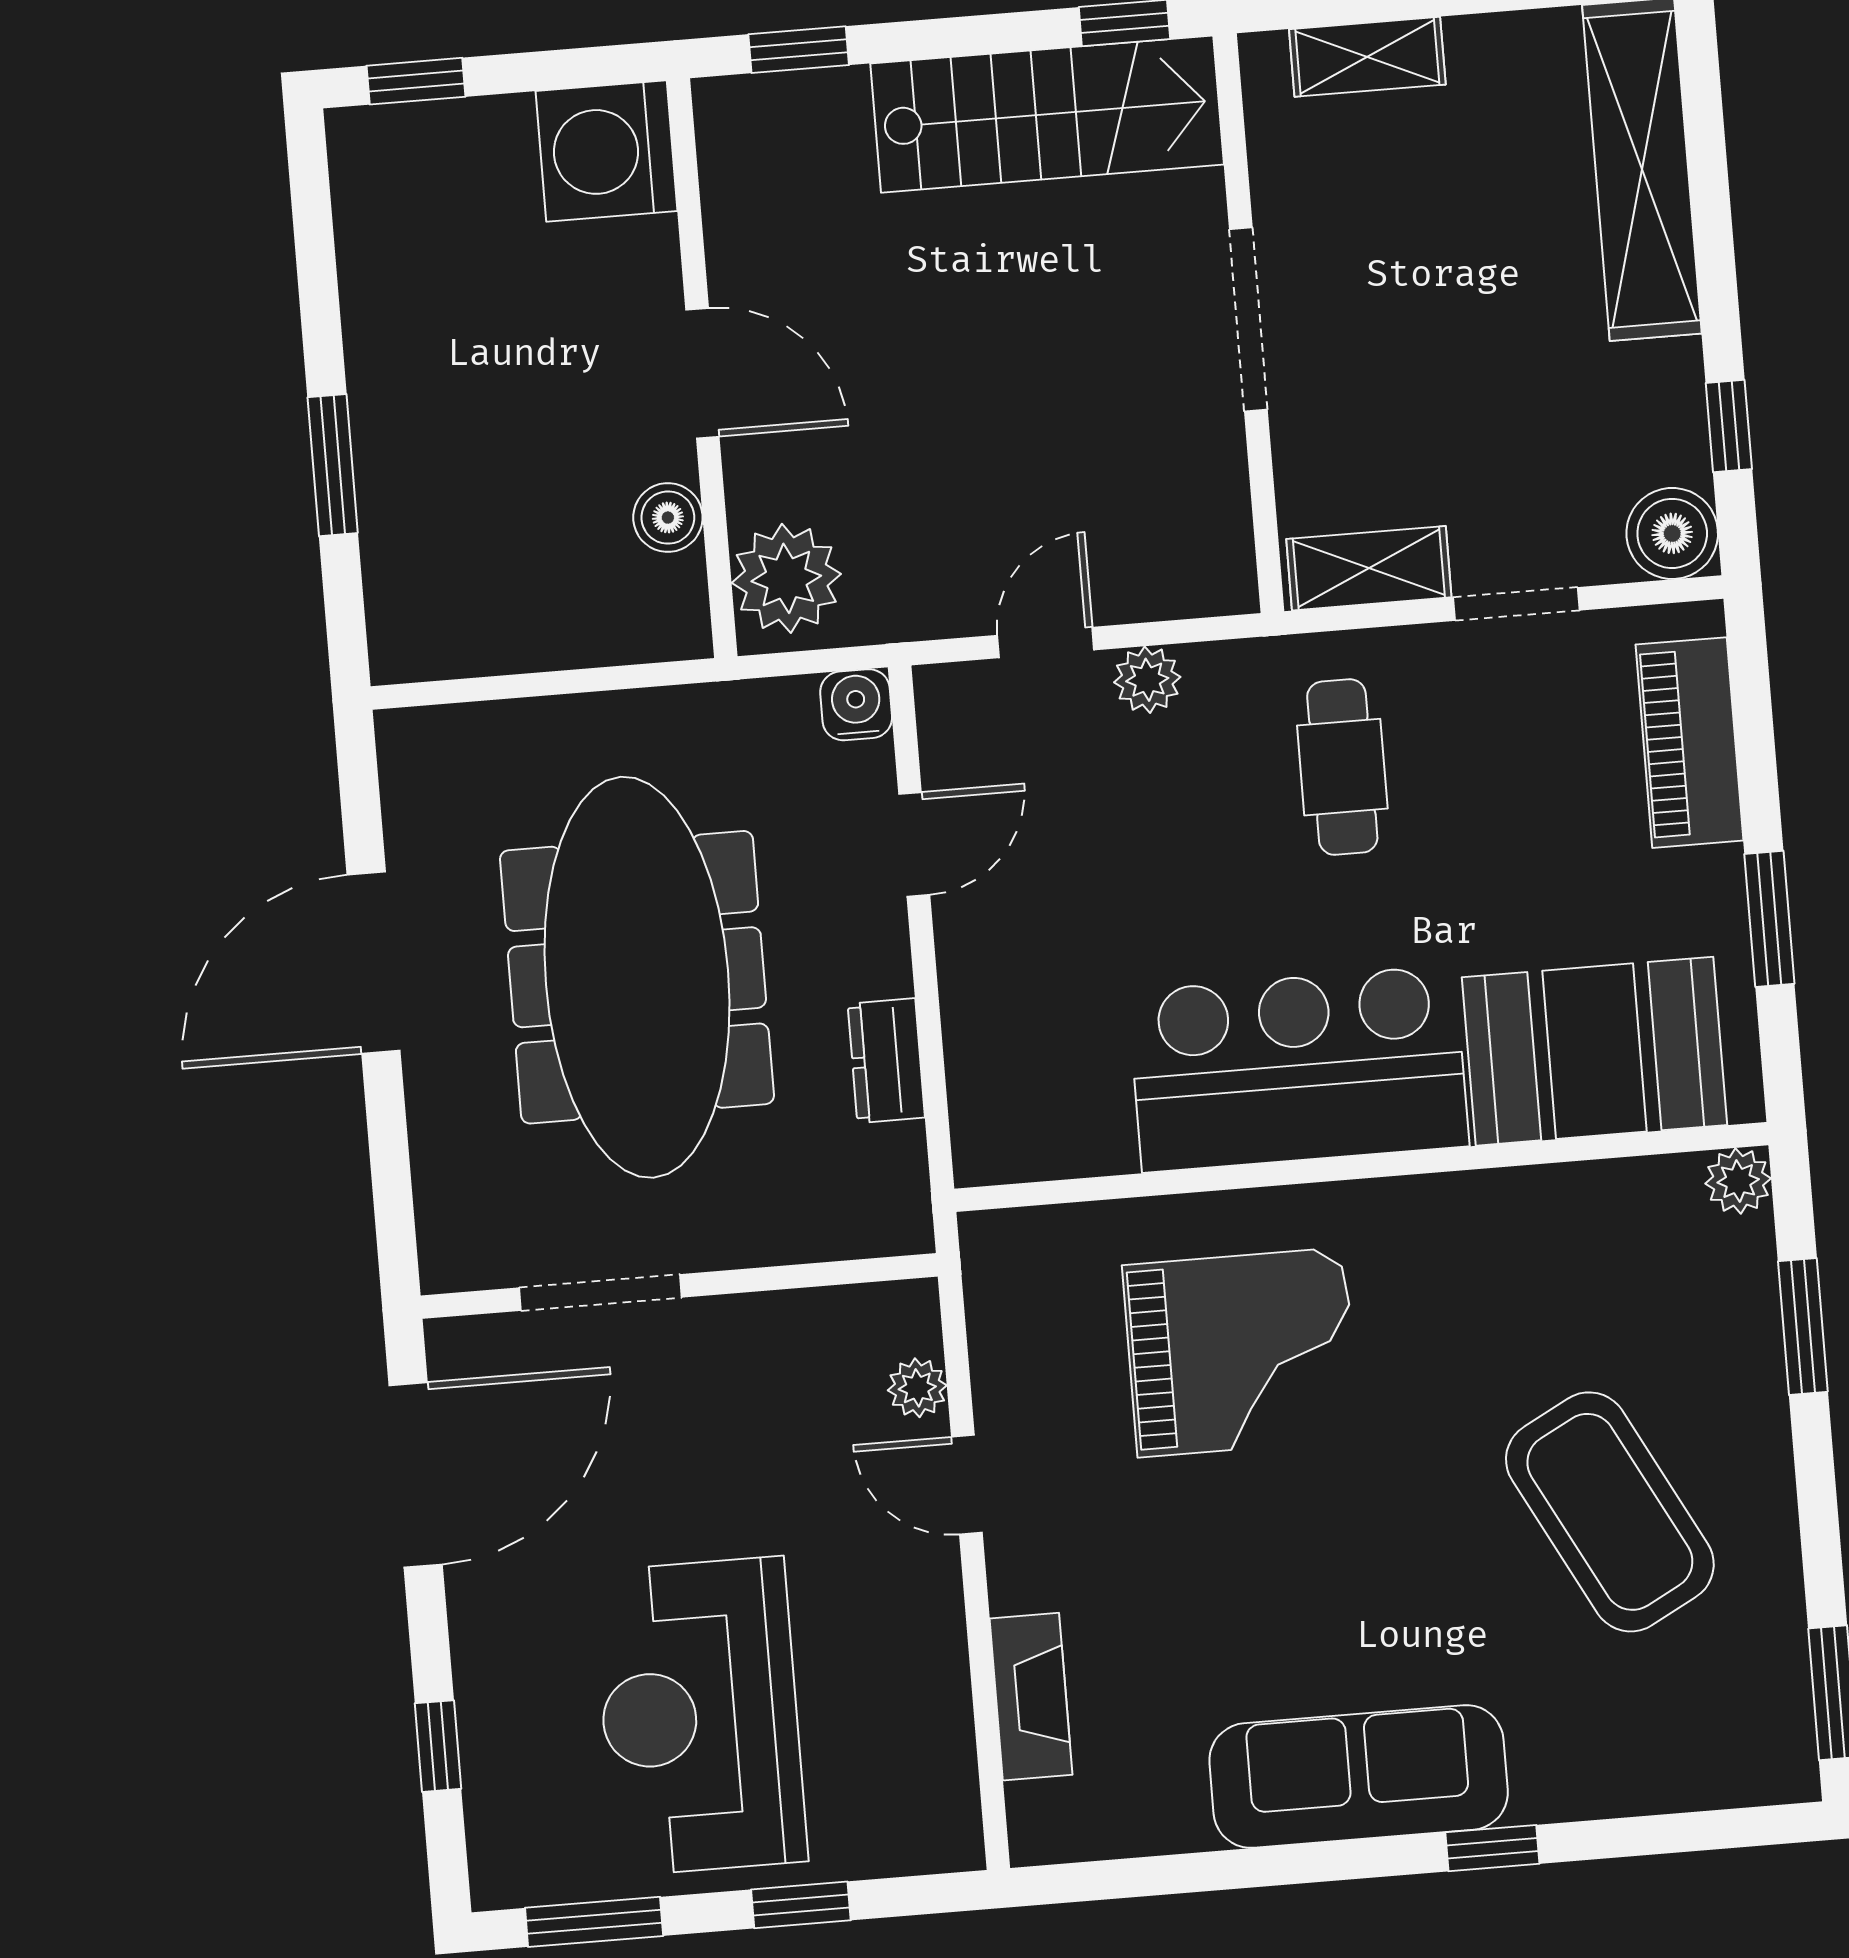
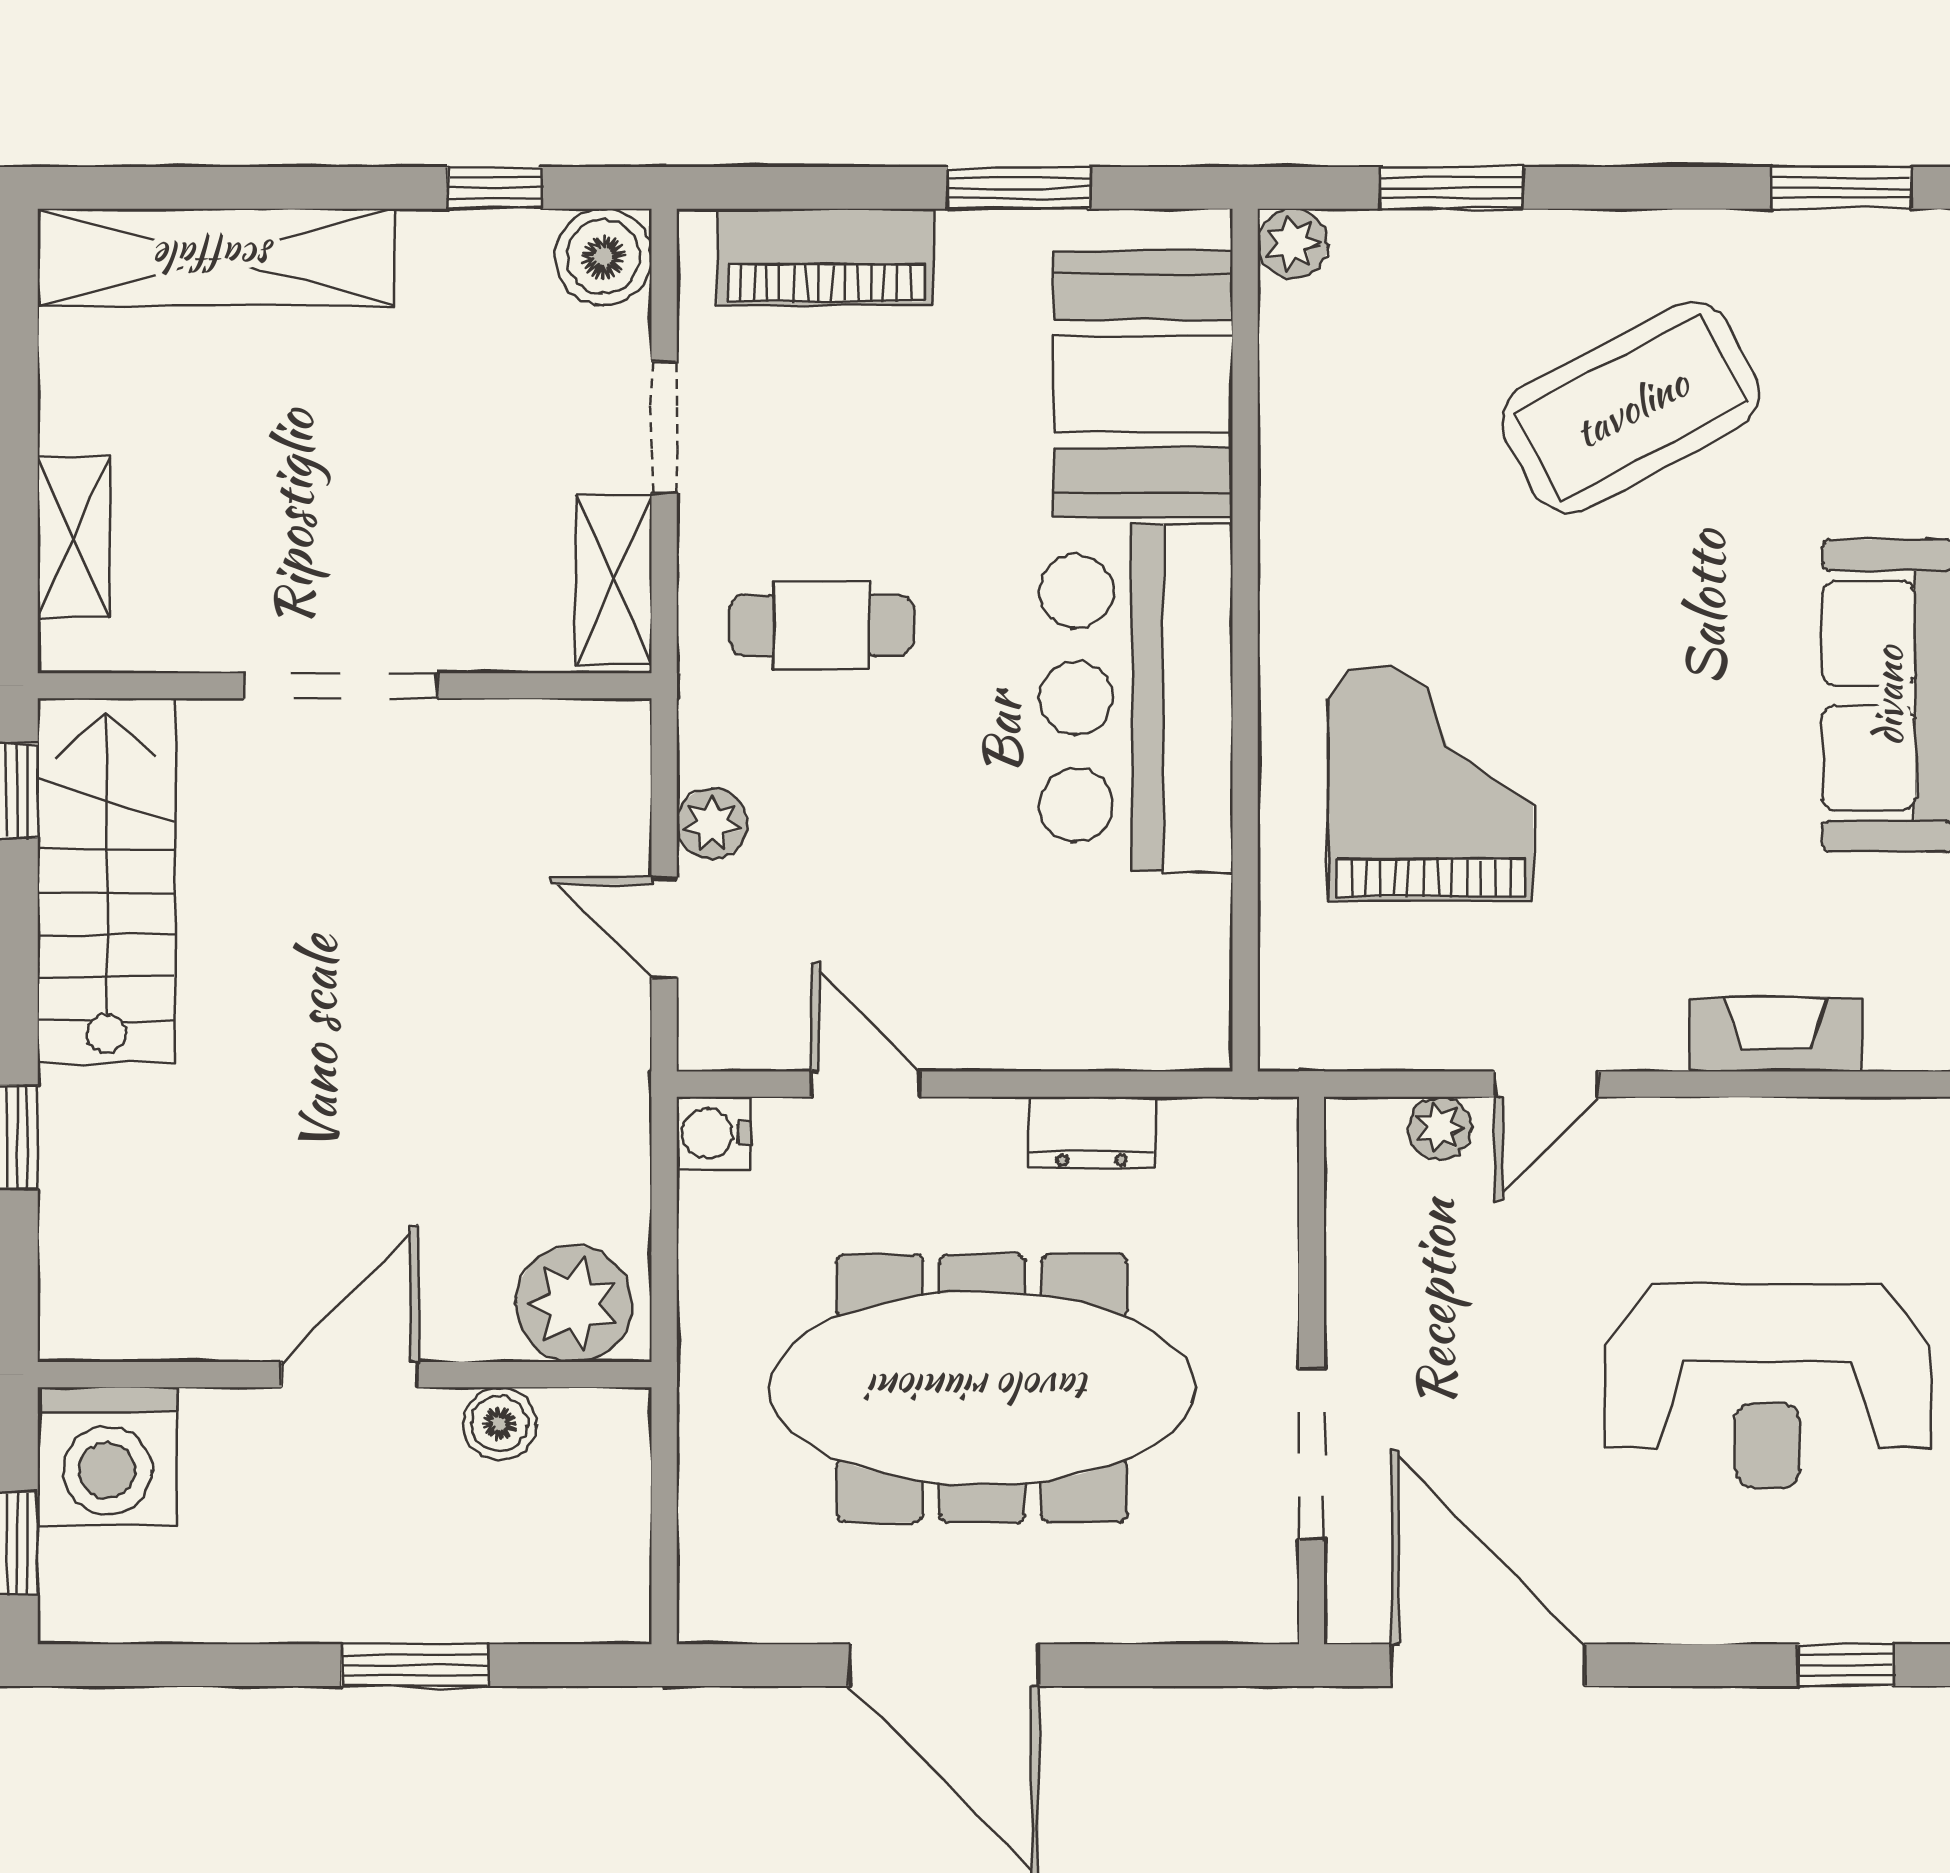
washing machine: (607, 151) -> (107, 1457), moved
wall: (702, 368) -> (345, 1375), moved
door: (702, 373) -> (350, 1375), moved
boiler: (668, 518) -> (499, 1424), moved
plant: (786, 578) -> (574, 1304), moved
window: (438, 1746) -> (1846, 1665), moved

